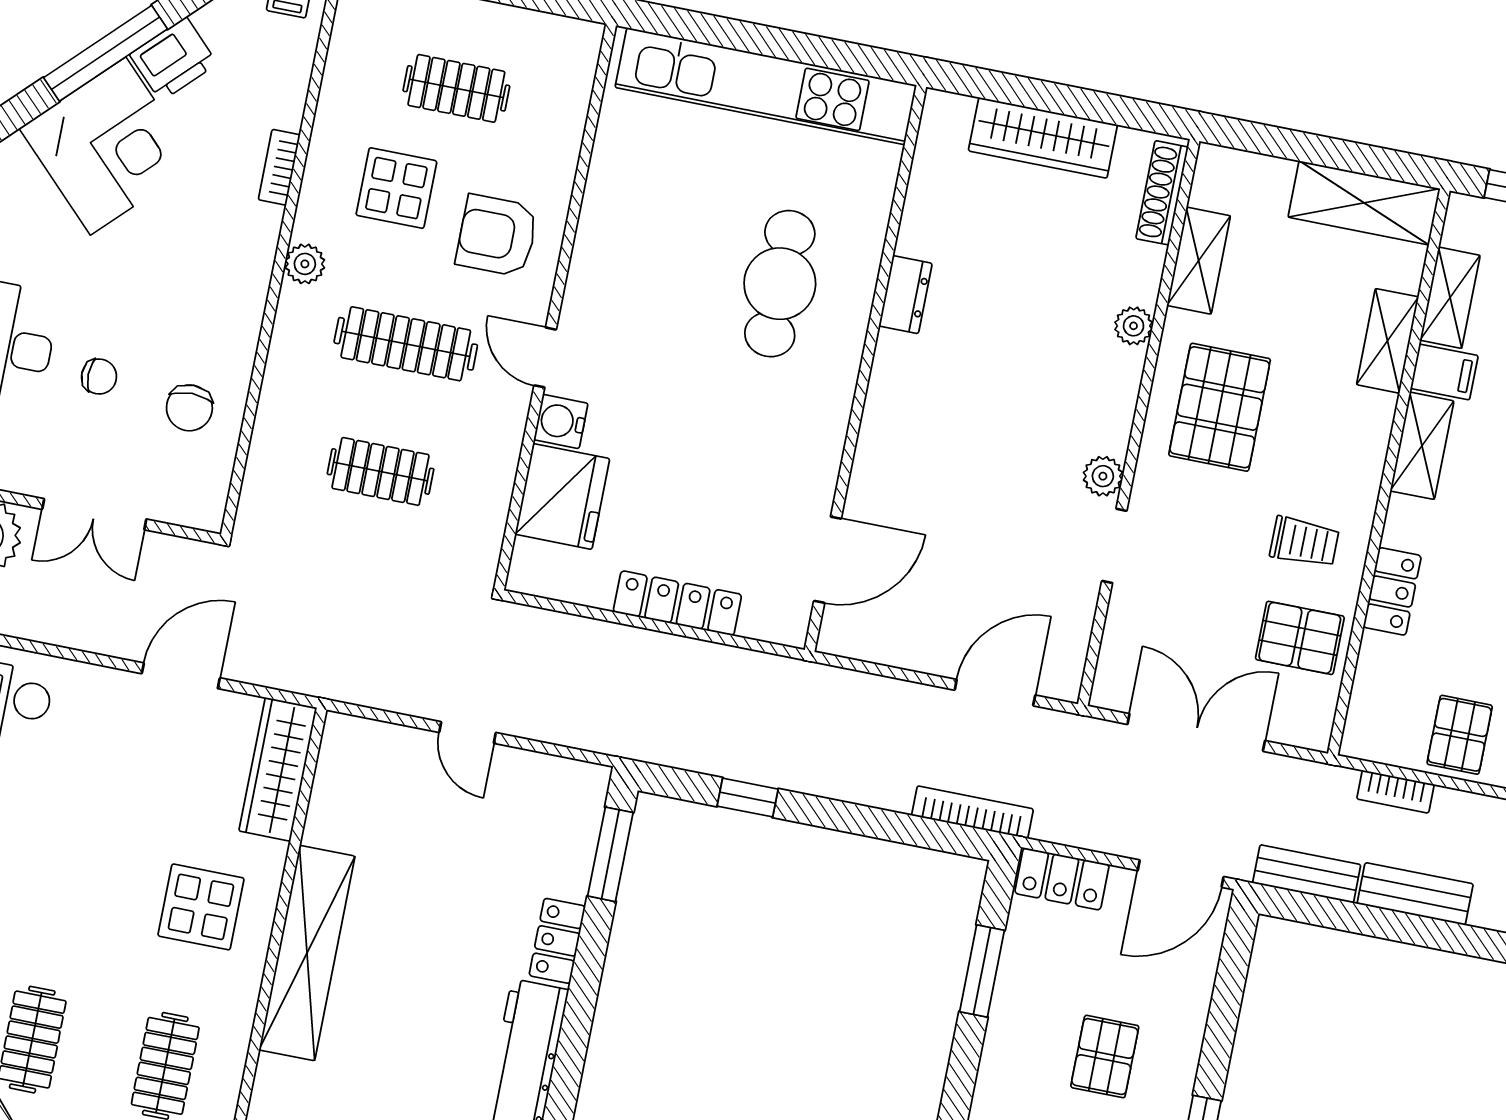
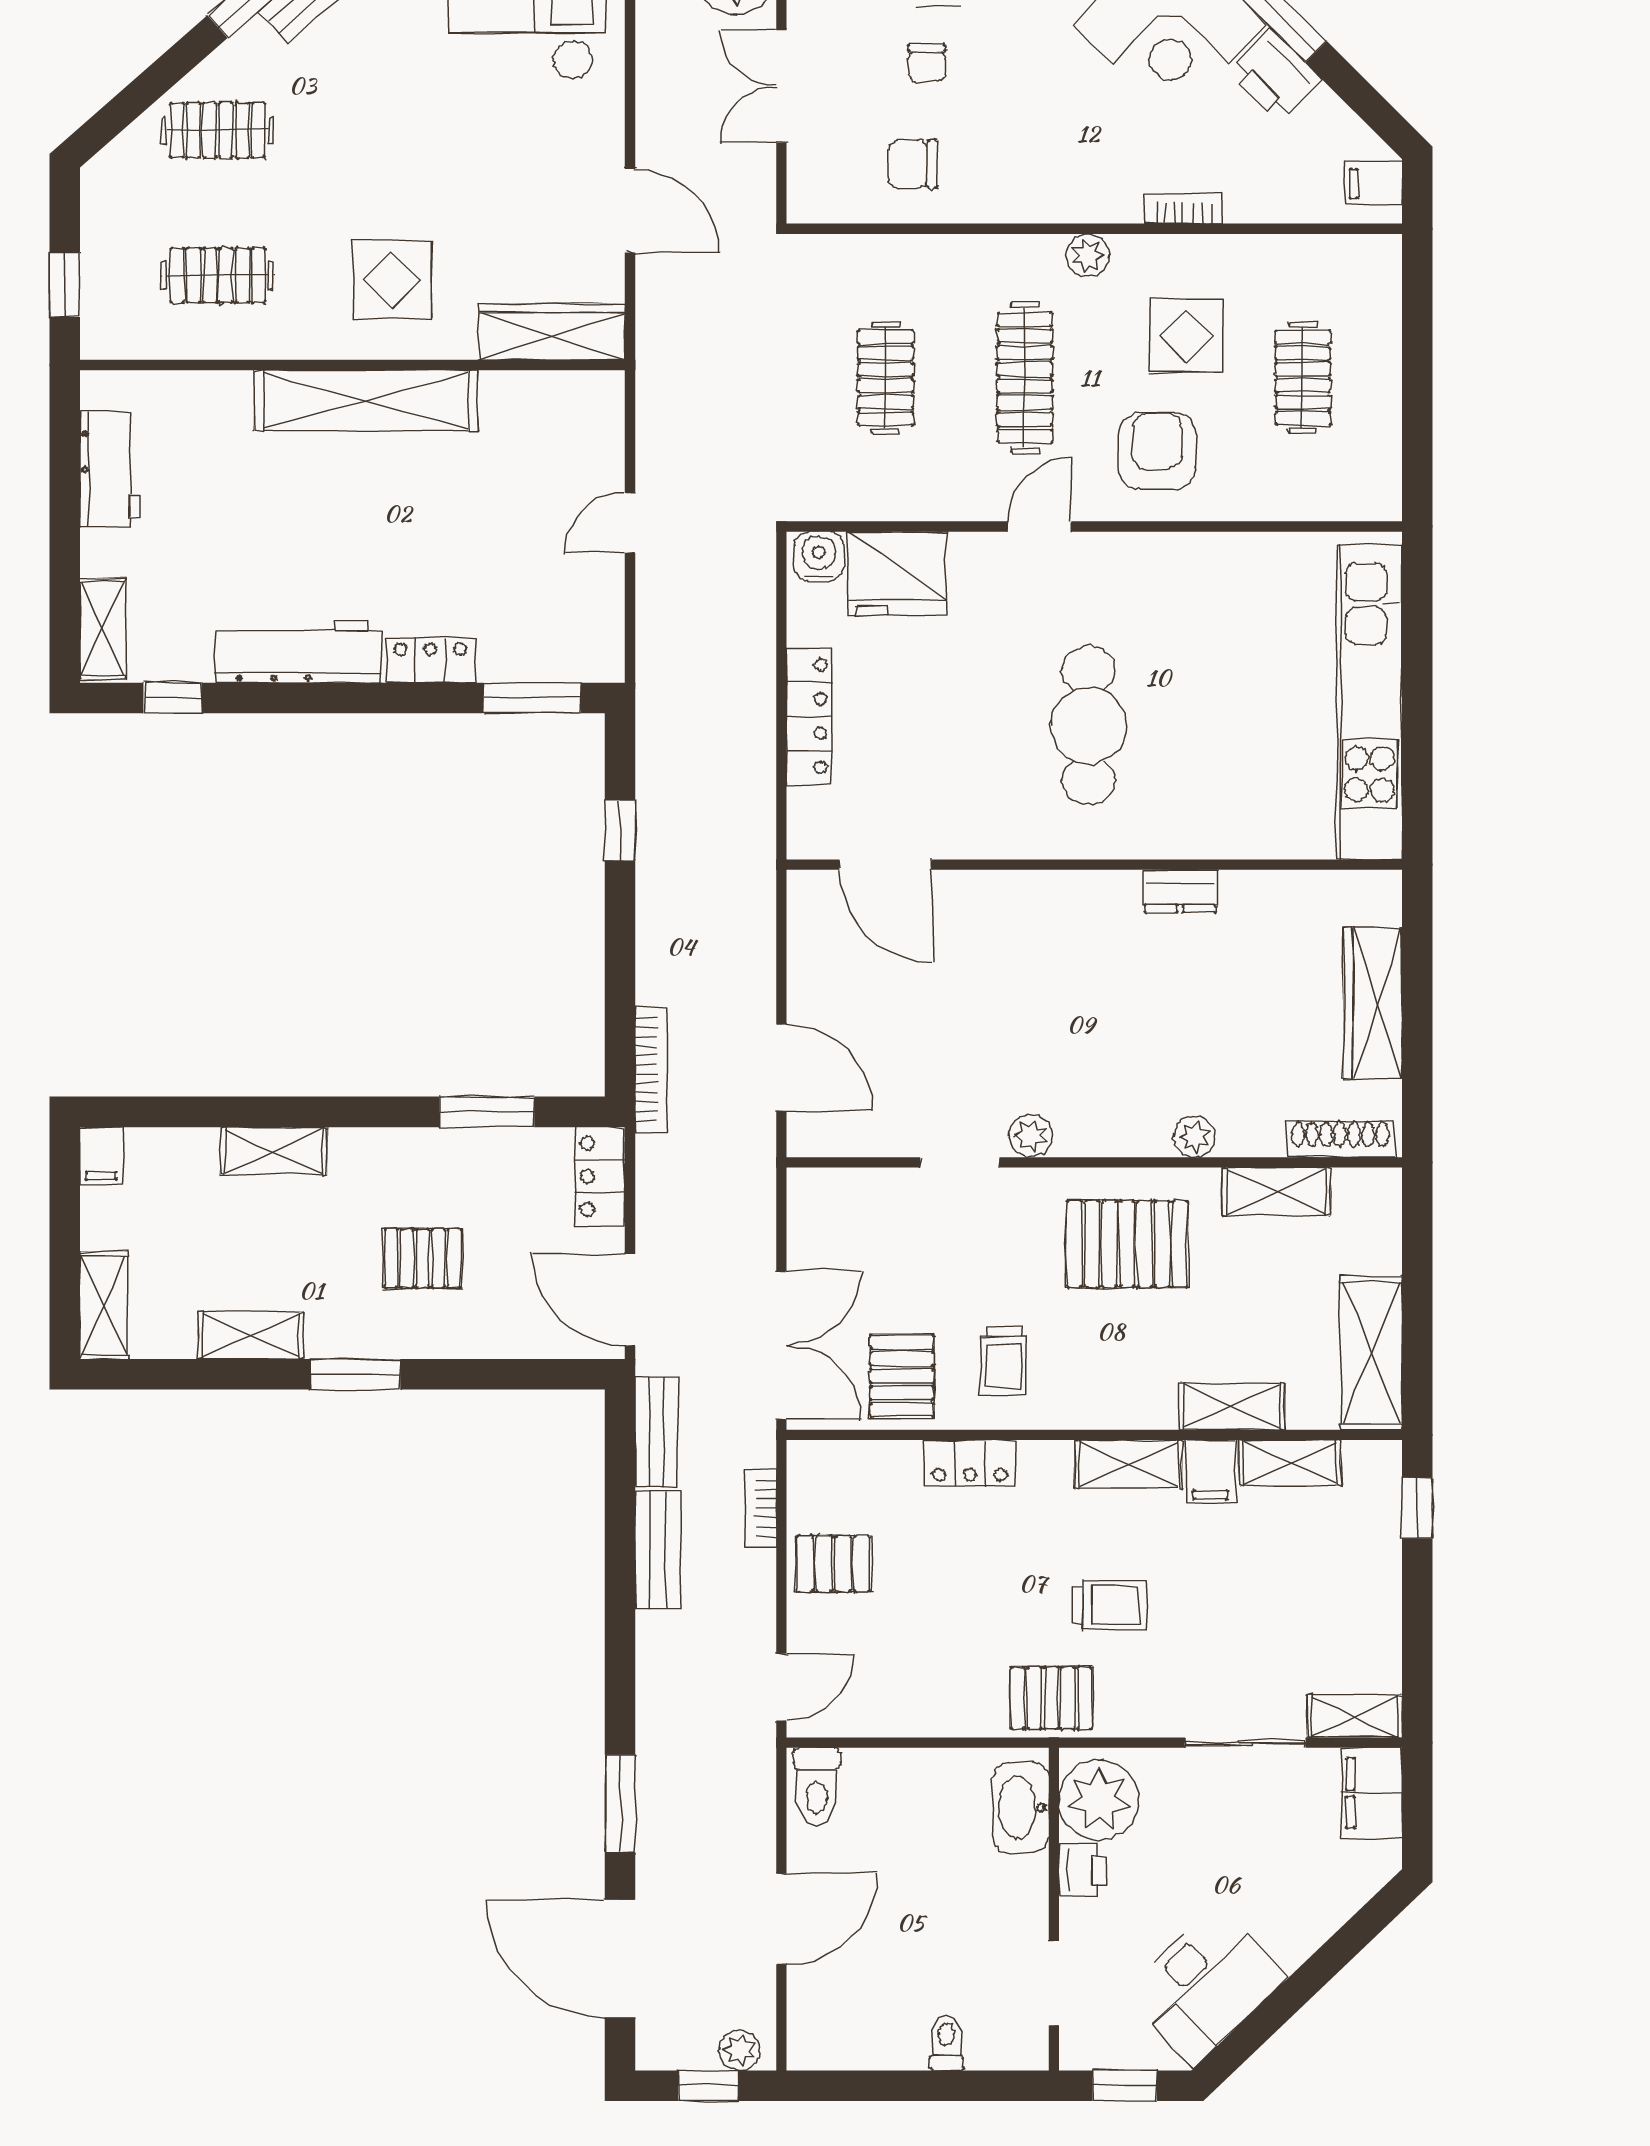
cafe table: (780, 284) -> (1089, 726), moved, turned 90
water cooler: (561, 422) -> (819, 556), moved
double door: (1196, 732) -> (781, 1345), moved

